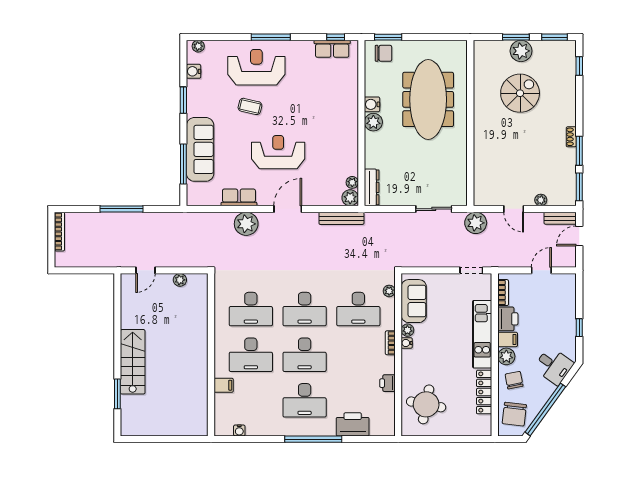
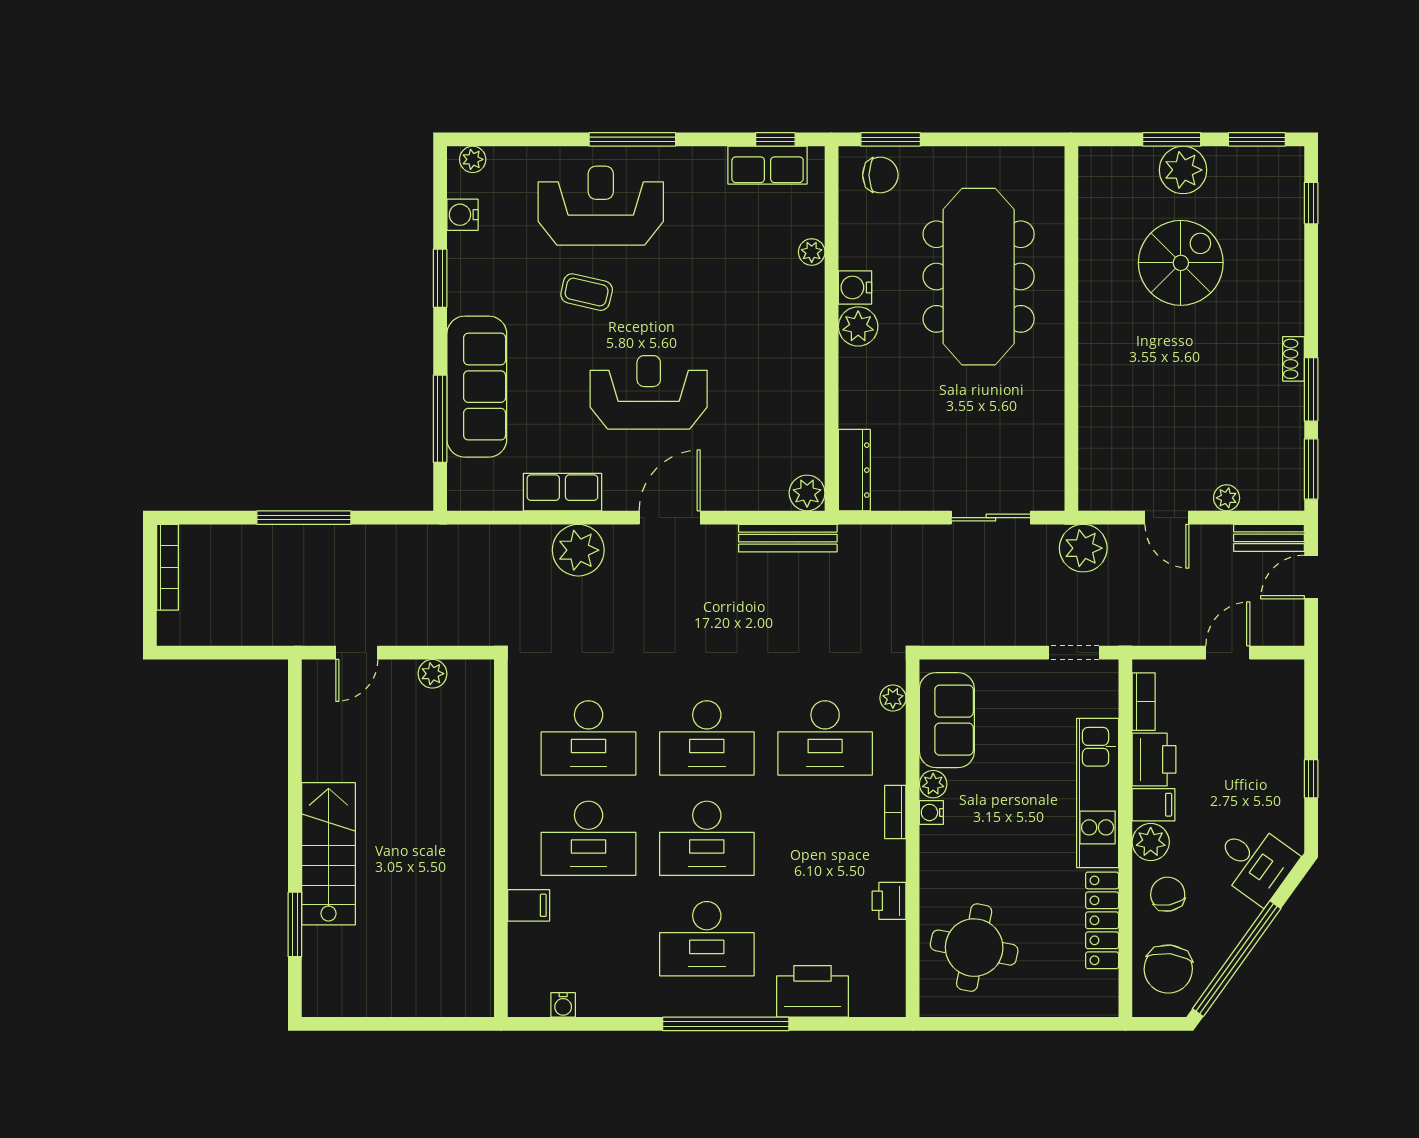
plant: (352, 182) -> (812, 252), moved

